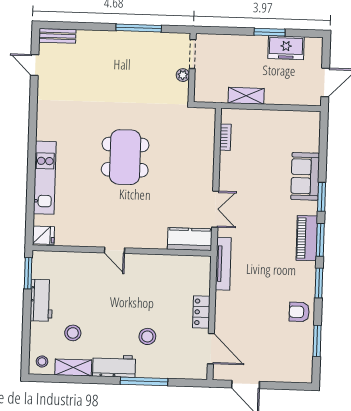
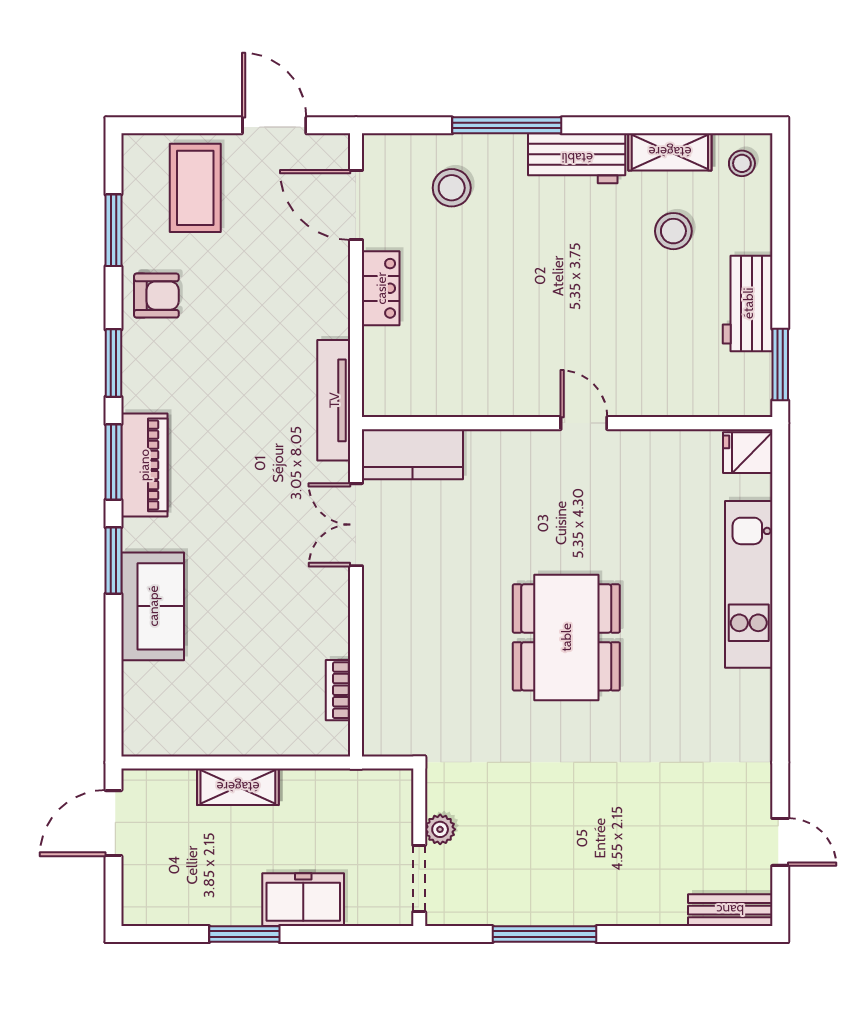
freezer: (286, 48) -> (303, 900), moved
shelving: (246, 96) -> (238, 787), moved
stool: (147, 336) -> (452, 188), moved
coffee table: (281, 358) -> (195, 188), added

